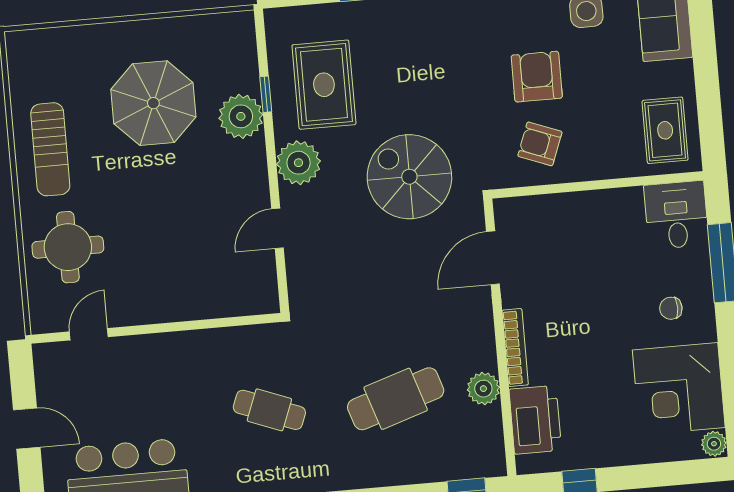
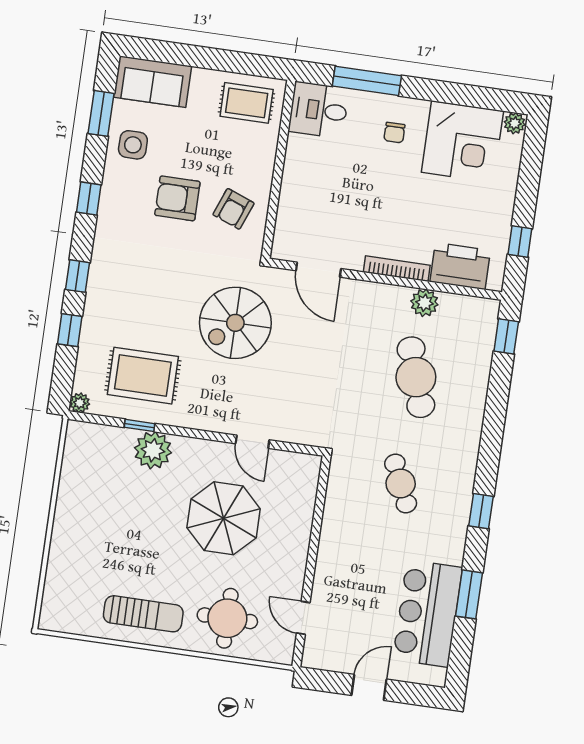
parasol: (153, 103) -> (224, 518), moved
plant: (299, 163) -> (80, 403), moved, width x0.53, depth x0.53
cafe table: (269, 410) -> (401, 483), turned -45

